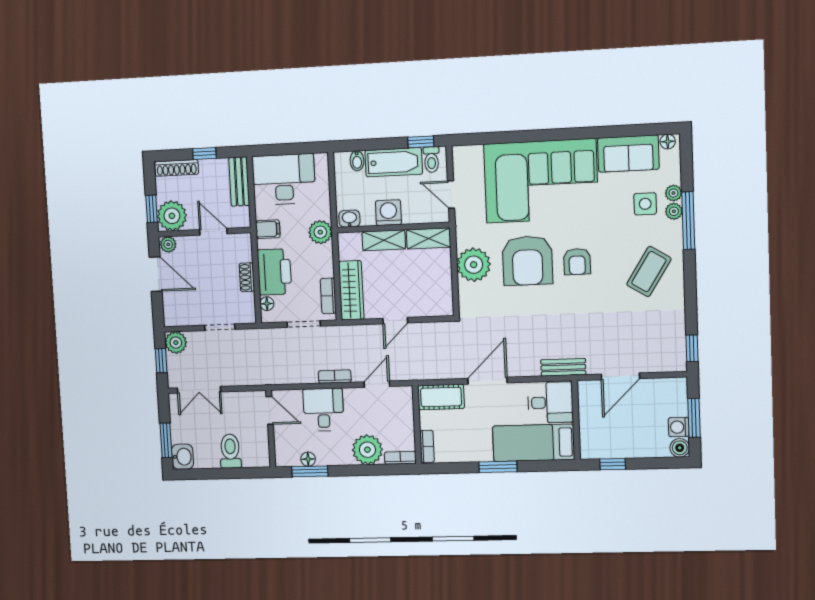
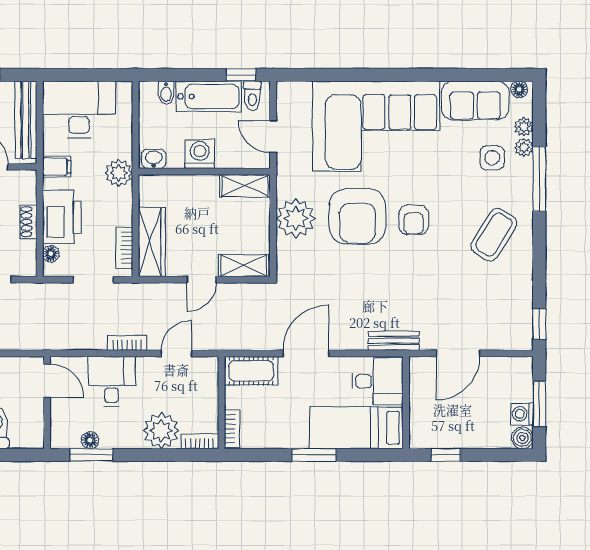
bench: (239, 182) -> (26, 120), width x1.36
plant: (674, 211) -> (524, 127), moved
shelving: (384, 240) -> (244, 265), moved

